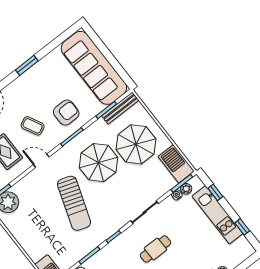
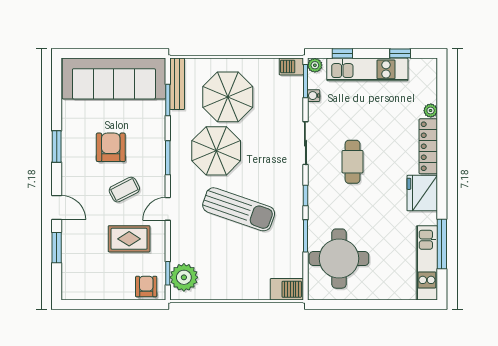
armchair: (66, 113) -> (111, 147), moved
barbecue: (176, 164) -> (291, 67), width x0.53, depth x0.65
plant: (186, 189) -> (315, 65), moved

